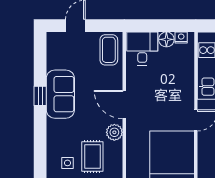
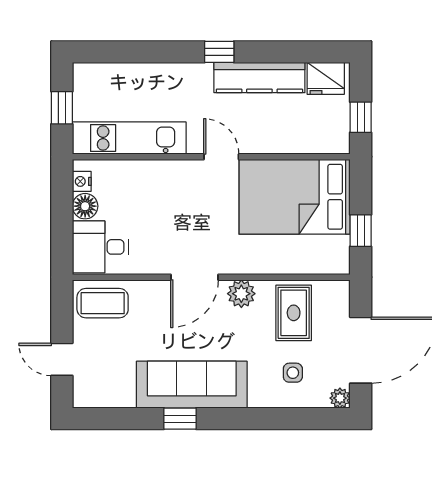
sofa: (60, 94) -> (192, 385), width x1.36
rug: (92, 157) -> (294, 313), moved, turned 90

